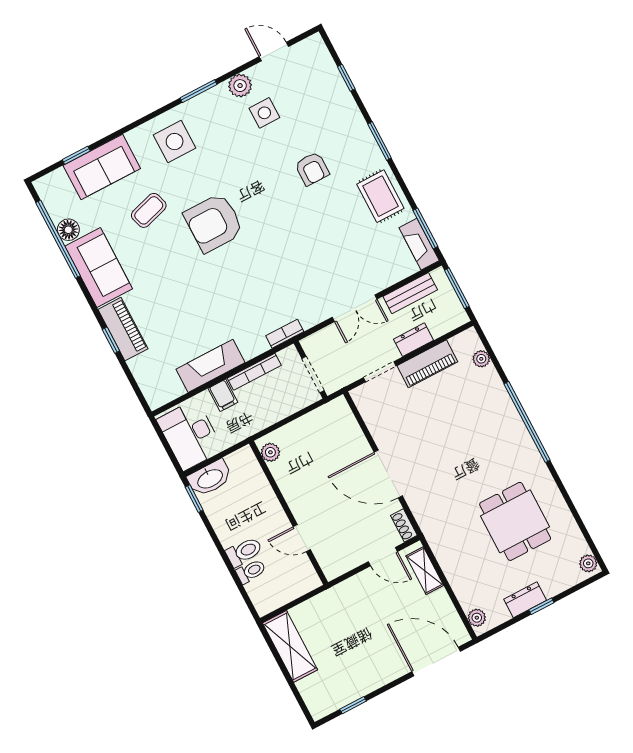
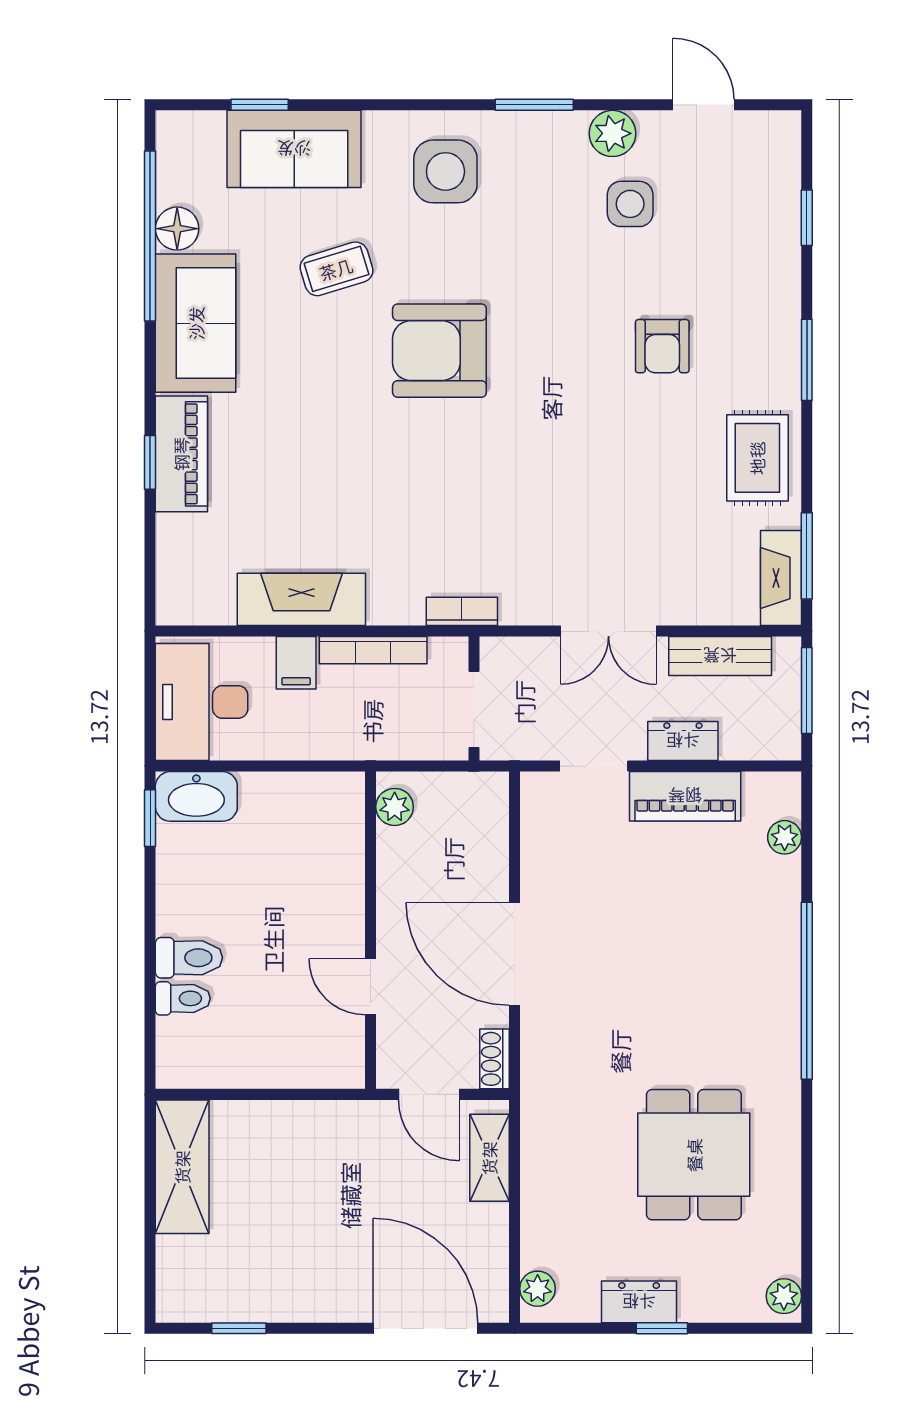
plant: (270, 452) -> (395, 807), moved
wall: (289, 513) -> (370, 930), moved
door: (302, 538) -> (370, 987), moved

